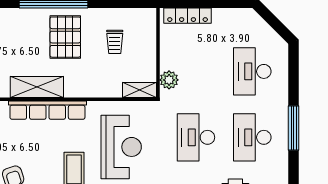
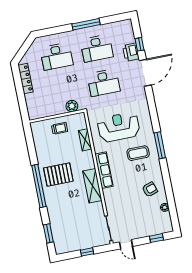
locker: (188, 16) -> (26, 79), moved
trolley: (115, 42) -> (60, 128), moved
shelving: (139, 90) -> (85, 140), moved
row of seats: (47, 110) -> (104, 170), width x0.73

